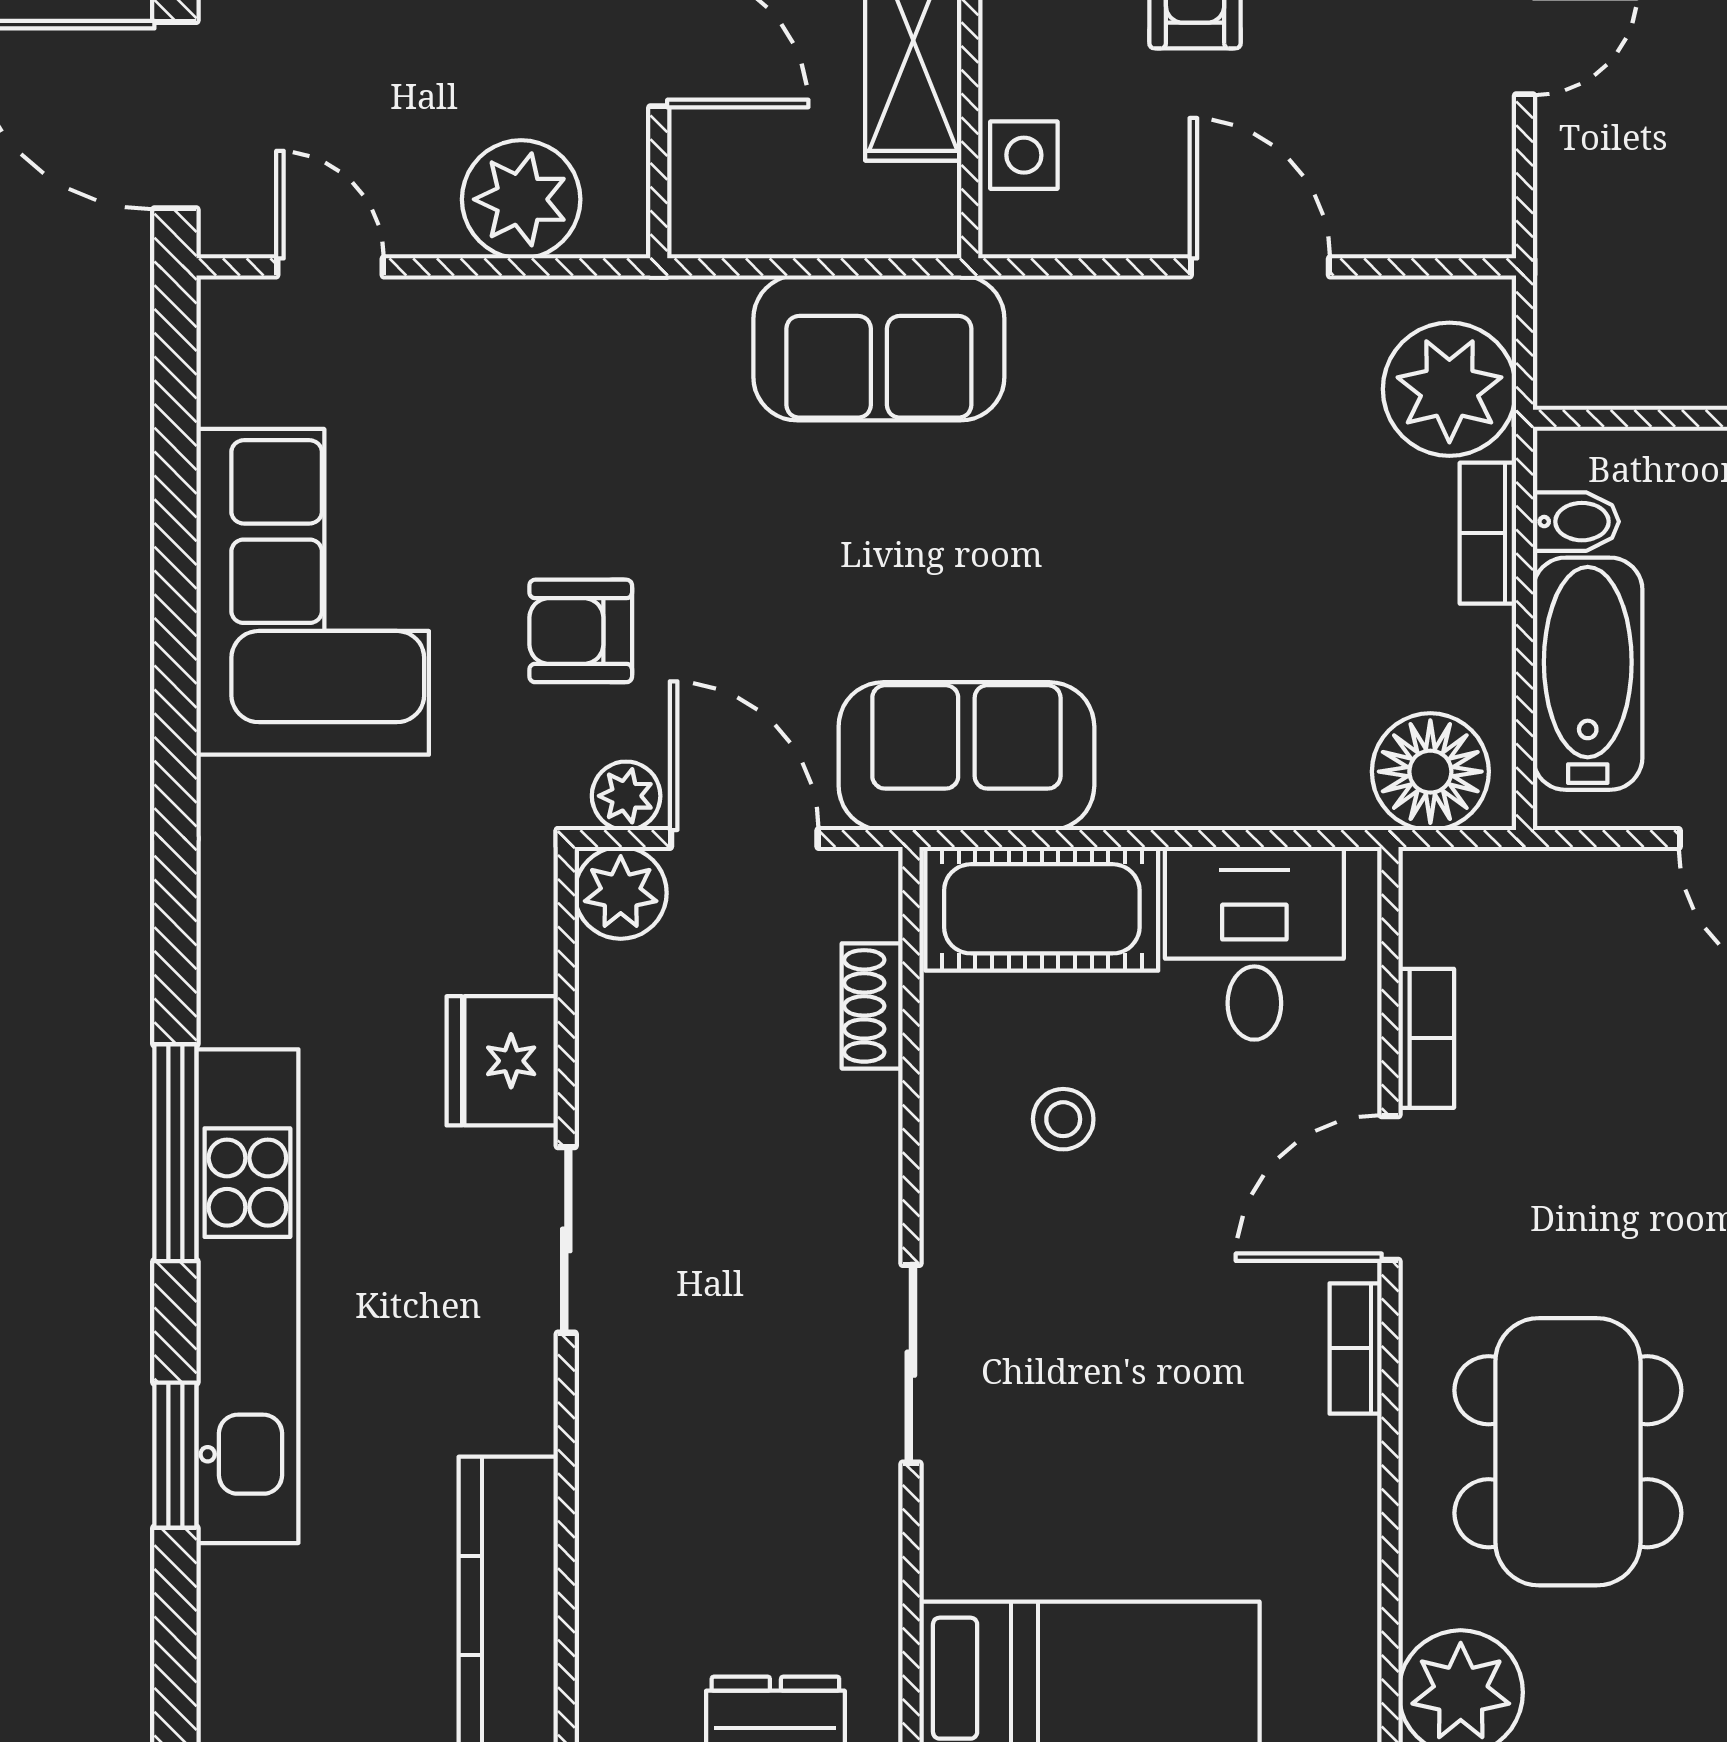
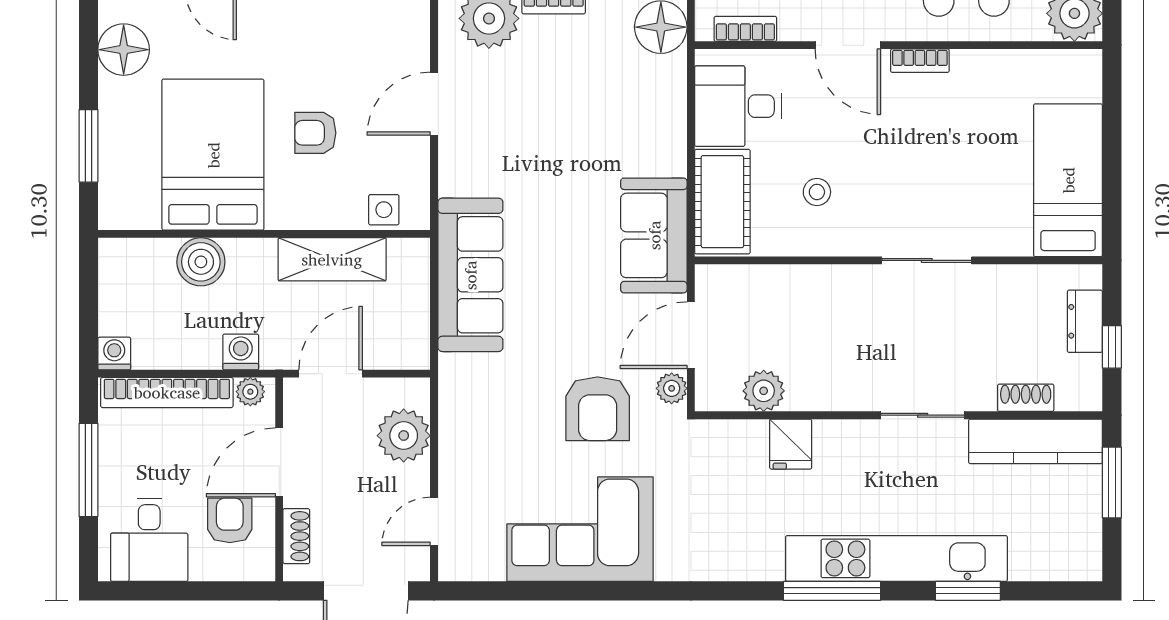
sofa: (879, 348) -> (470, 275), width x1.36
armchair: (581, 631) -> (598, 409), width x1.38, depth x1.38
plant: (621, 893) -> (764, 391), moved
shoe rack: (872, 1006) -> (1026, 398), moved, turned 180
bookcase: (1426, 1038) -> (745, 29), moved
fridge: (502, 1061) -> (791, 444), width x0.72
sliding door: (566, 1240) -> (923, 415), moved

